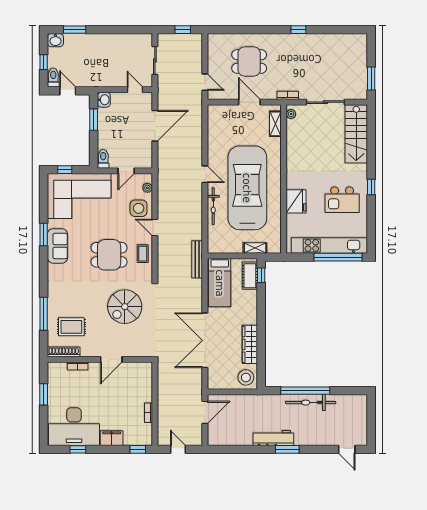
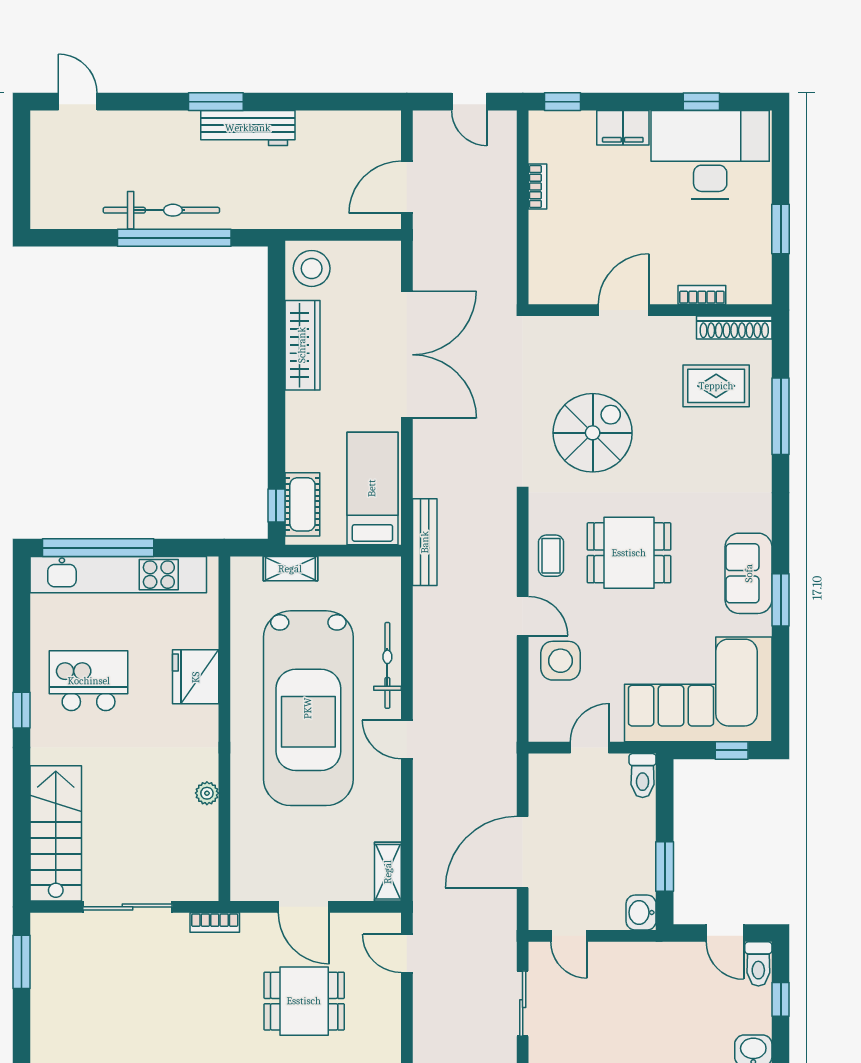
plant: (291, 114) -> (207, 793), moved
shelving: (275, 124) -> (388, 872), moved
plant: (147, 188) -> (540, 708), removed

